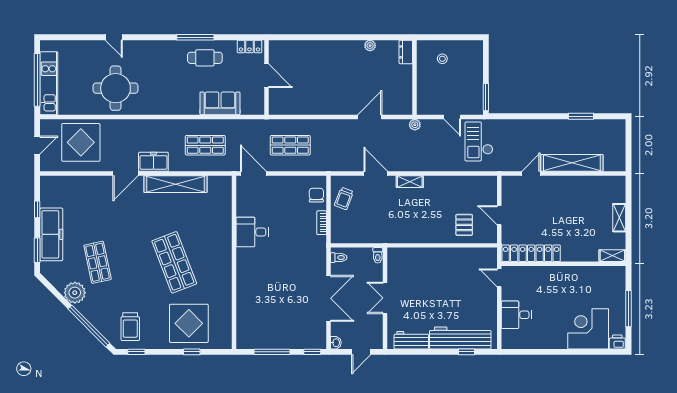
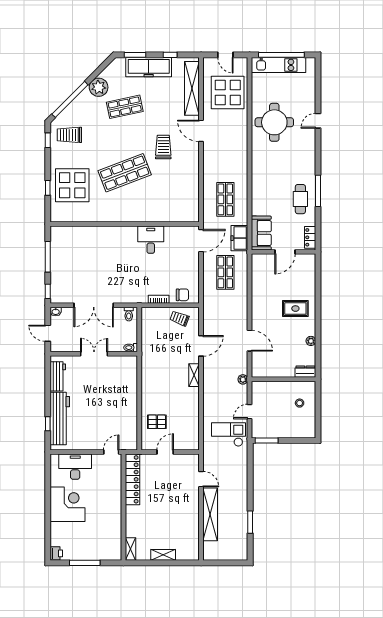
rug: (332, 64) -> (295, 309), added
sofa: (220, 103) -> (261, 233), moved
freezer: (153, 162) -> (239, 238), moved, turned 180
shelving: (175, 184) -> (192, 88), moved
trolley: (144, 217) -> (163, 147), added
desk: (516, 315) -> (75, 467), width x1.37
corner desk: (588, 329) -> (67, 504), moved

